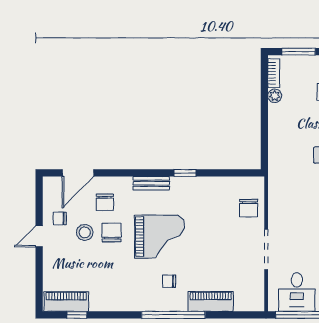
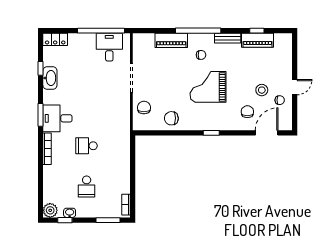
plant: (275, 96) -> (125, 188), removed
window: (185, 173) -> (211, 133), moved
bench: (151, 183) -> (228, 38), moved
chair: (112, 232) -> (171, 118), moved, turned 89
piano: (66, 302) -> (258, 40), moved
window: (77, 315) -> (257, 31), moved

